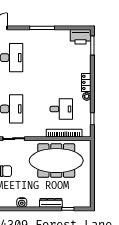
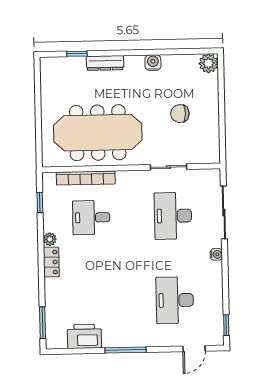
printer: (81, 37) -> (84, 336), moved

